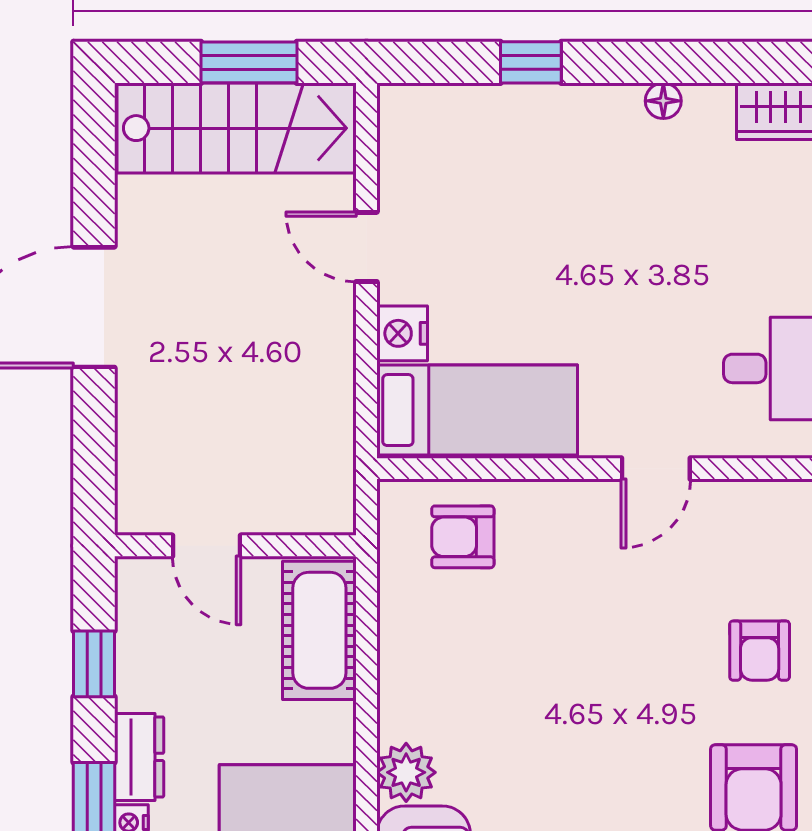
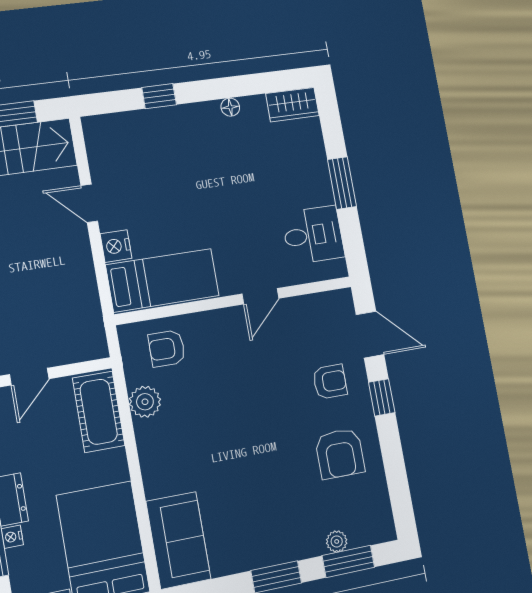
door: (207, 546) -> (29, 377), hinge flipped
armchair: (760, 651) -> (330, 382), turned -90
plant: (406, 772) -> (145, 402), moved

